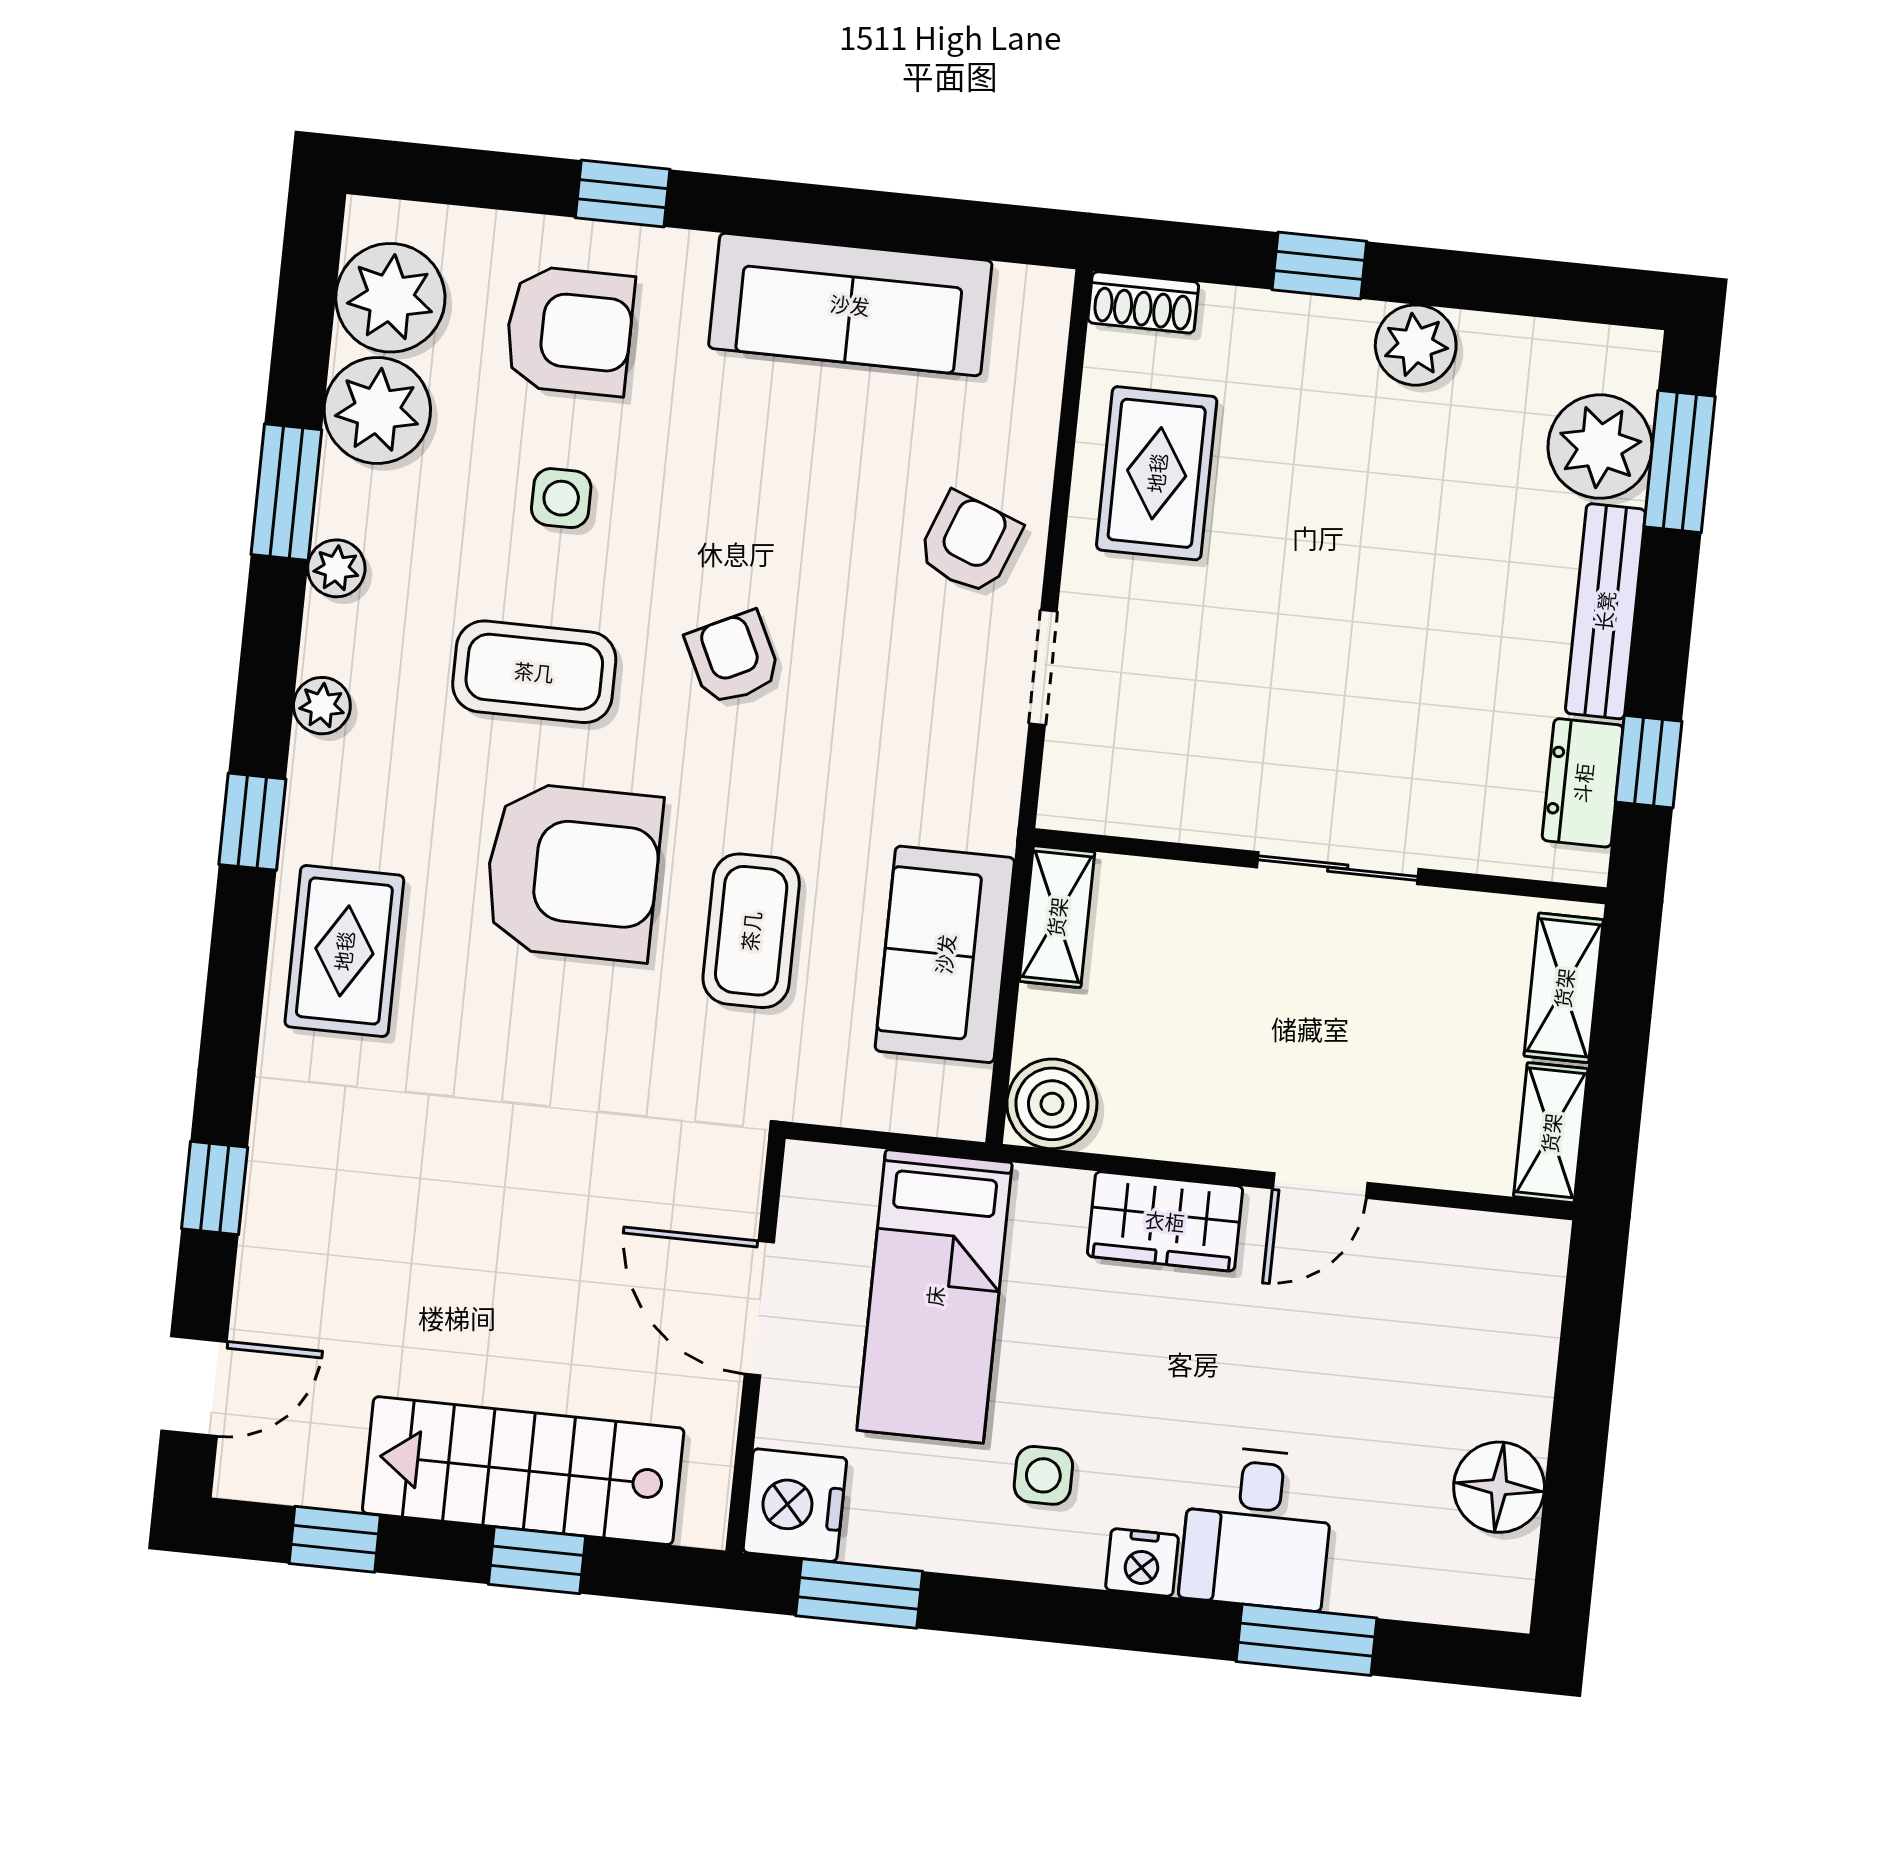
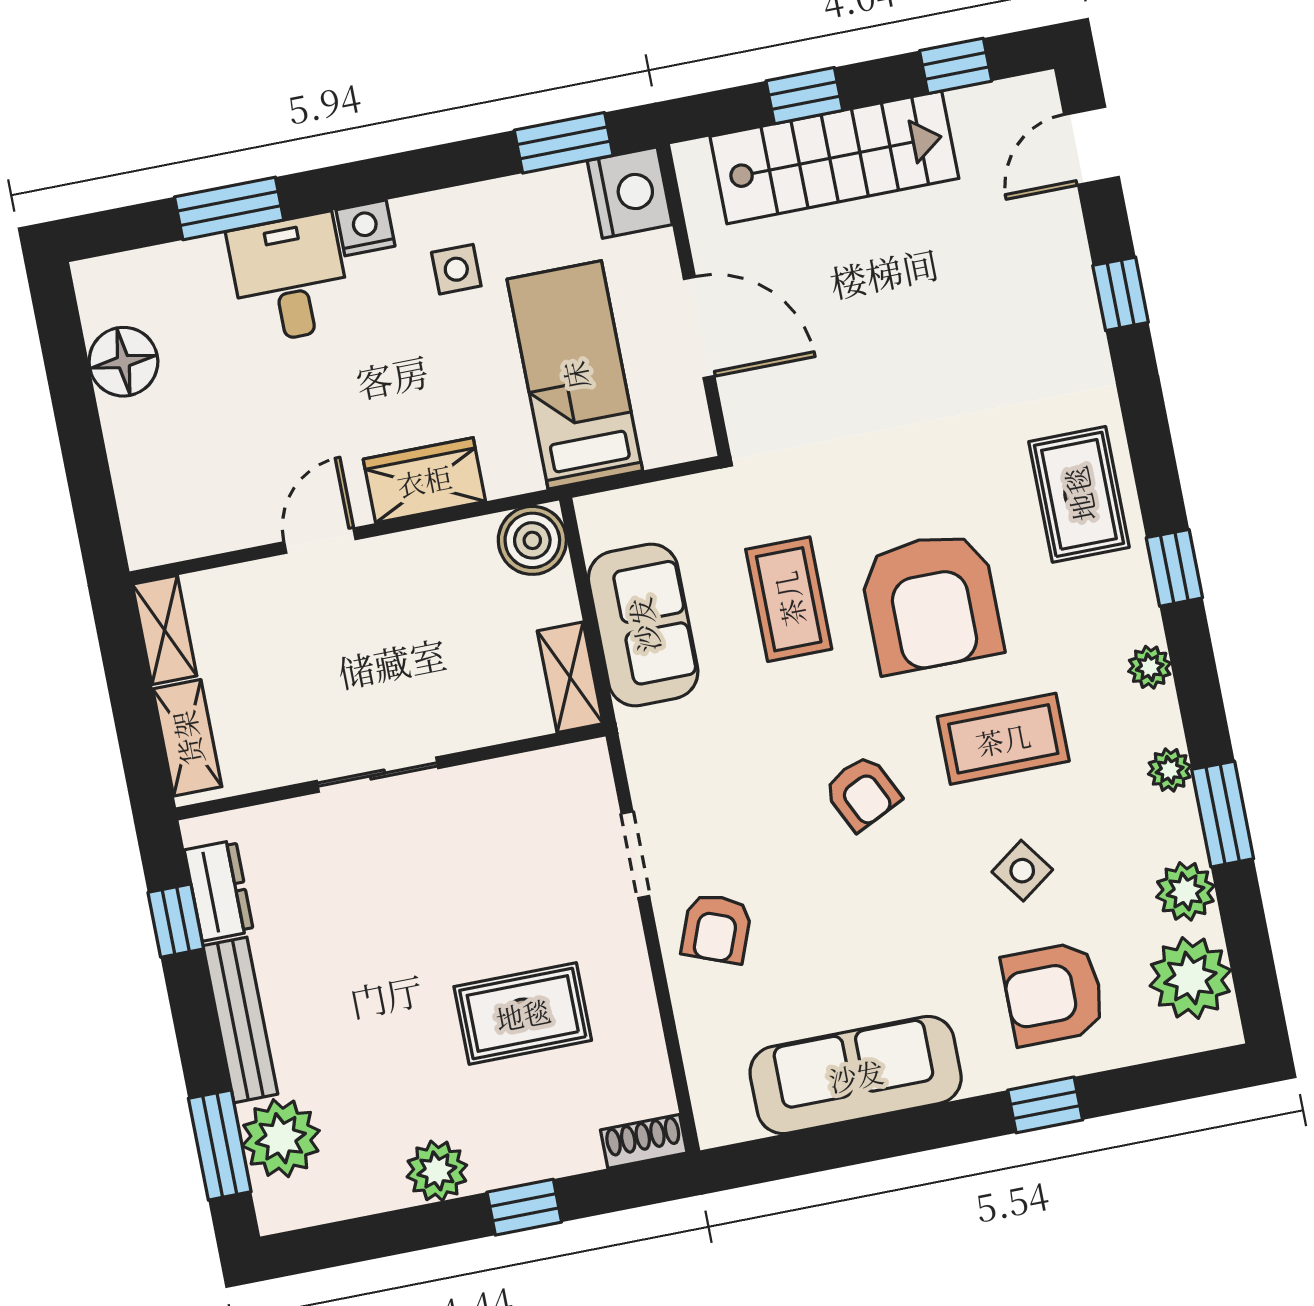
plant: (377, 410) -> (1185, 891), width x0.73, depth x0.73
rug: (1157, 473) -> (523, 1014), moved, turned 90
side table: (561, 498) -> (1022, 871), turned -36
armchair: (573, 872) -> (931, 602), turned -90

